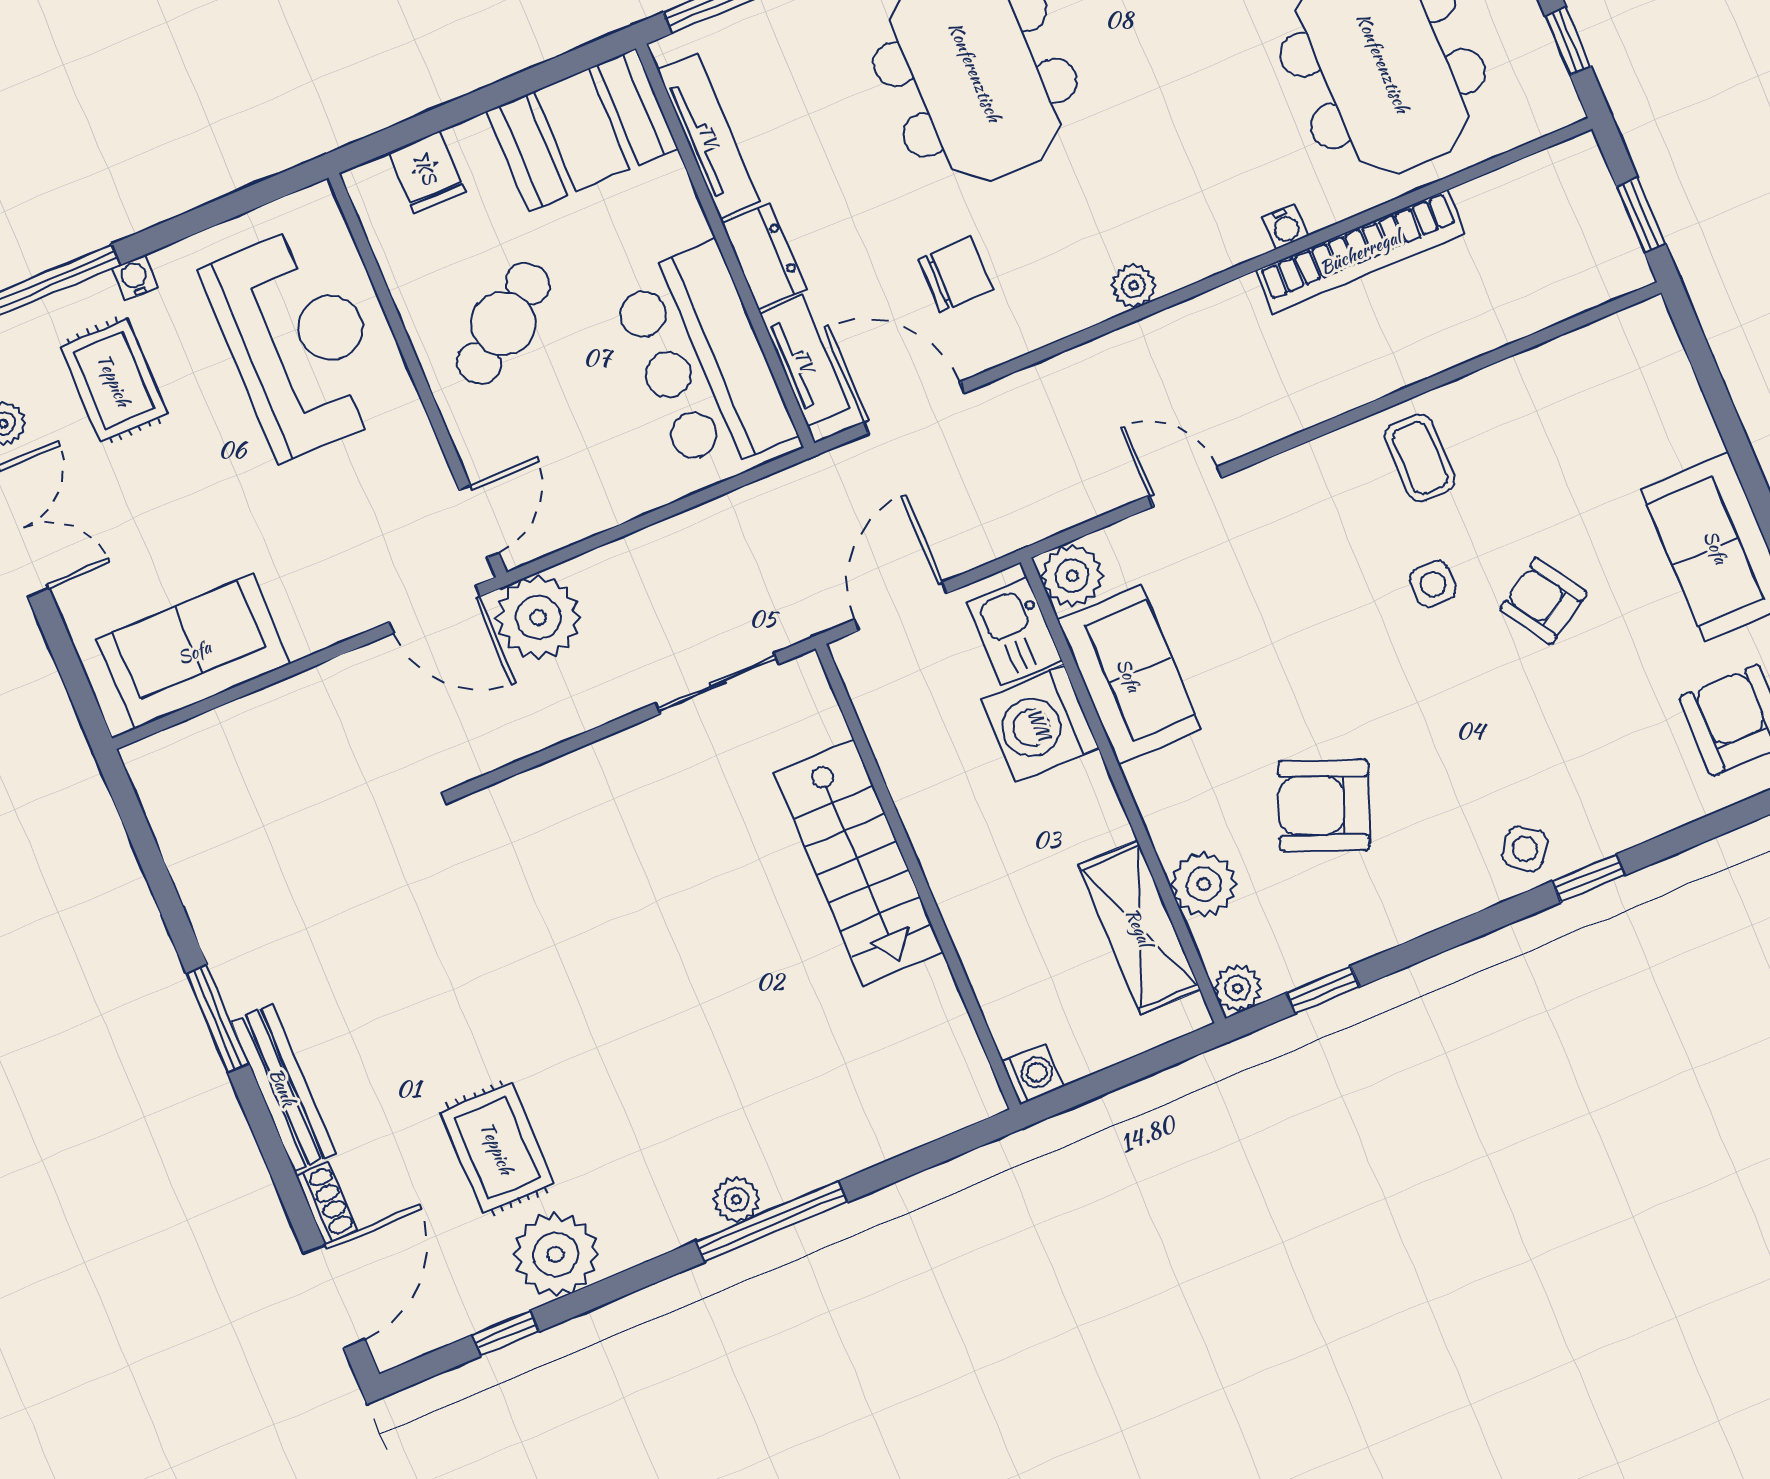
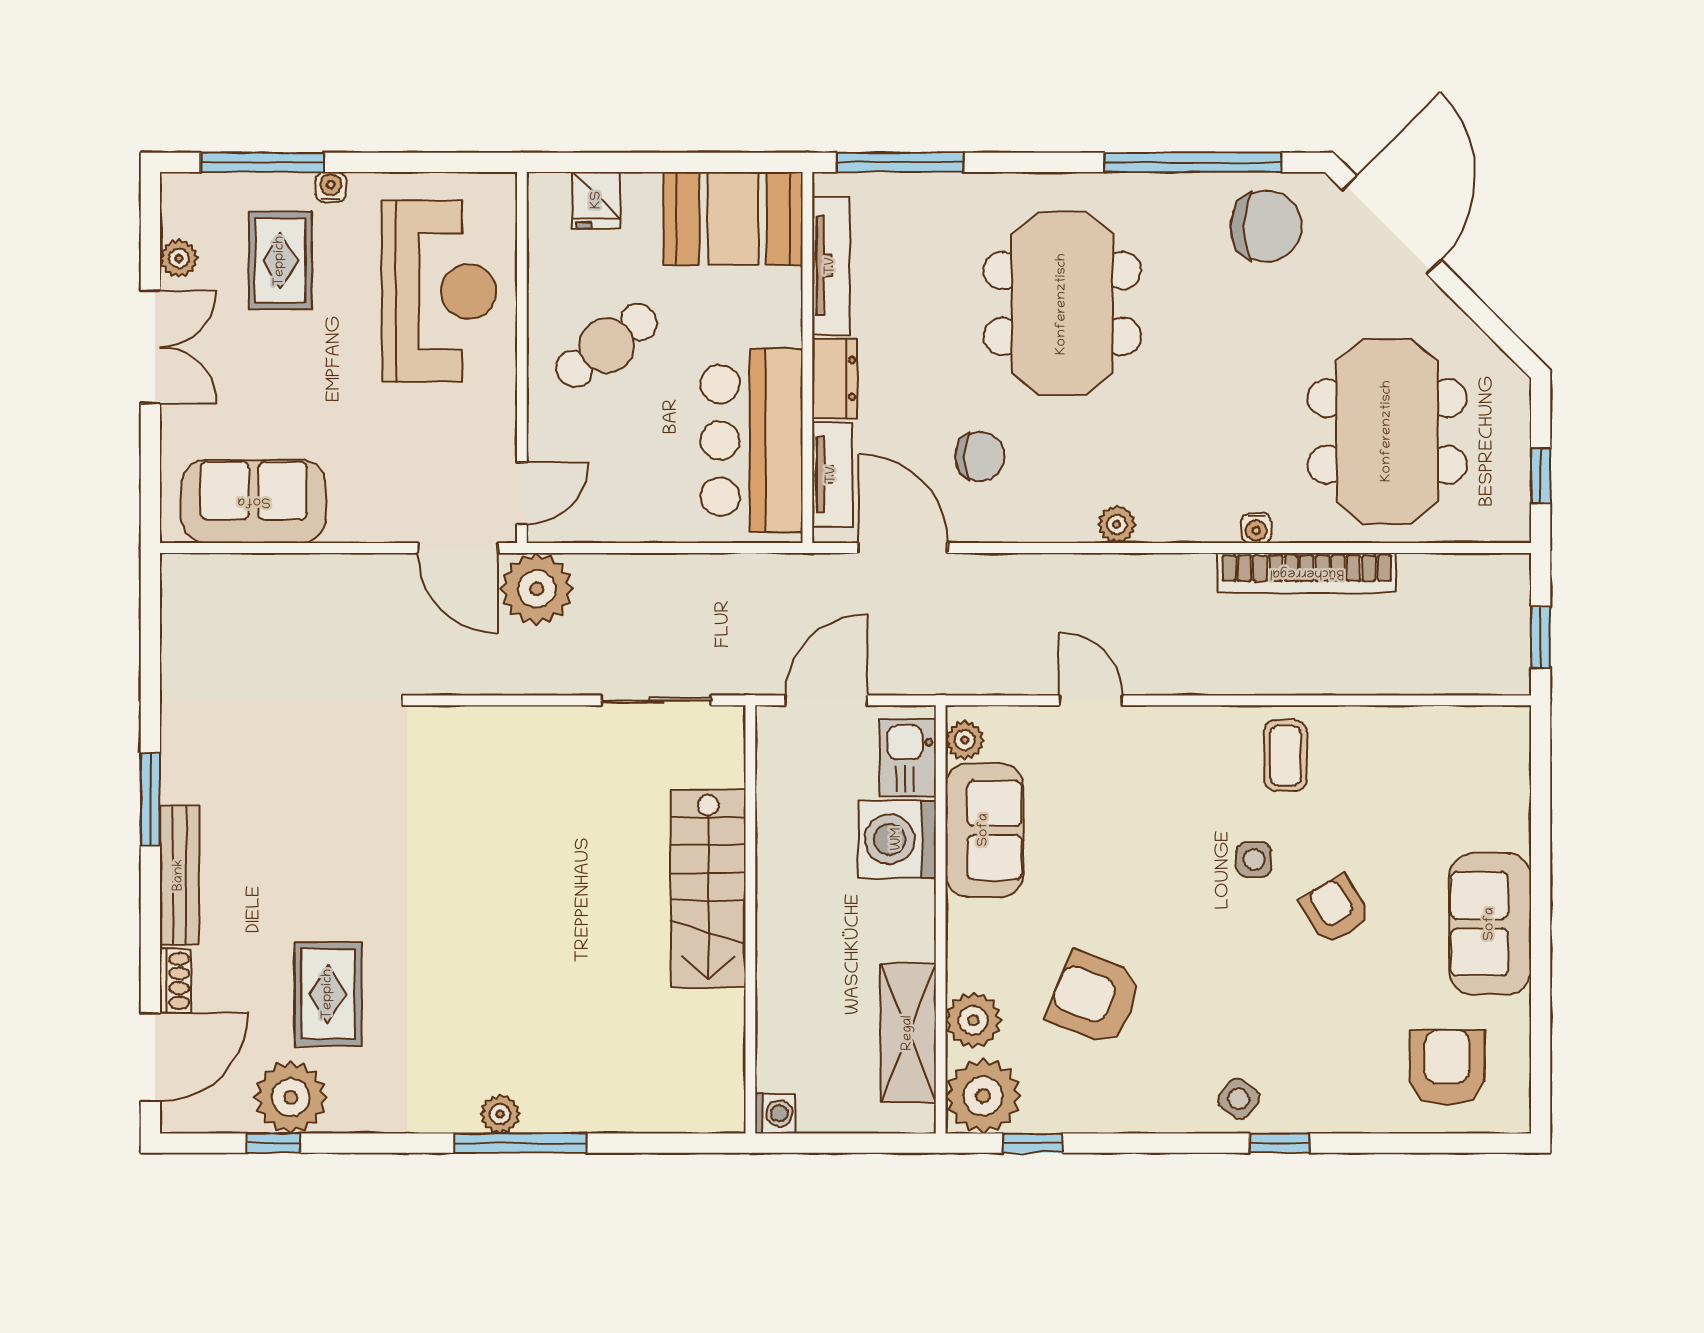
plant: (1072, 576) -> (965, 740), width x0.73, depth x0.73
plant: (1237, 988) -> (983, 1096), width x1.88, depth x1.88
plant: (556, 1254) -> (291, 1097), moved

